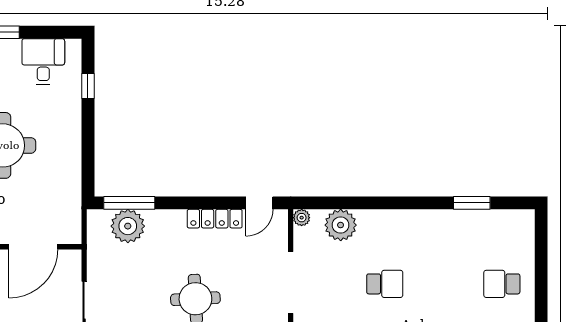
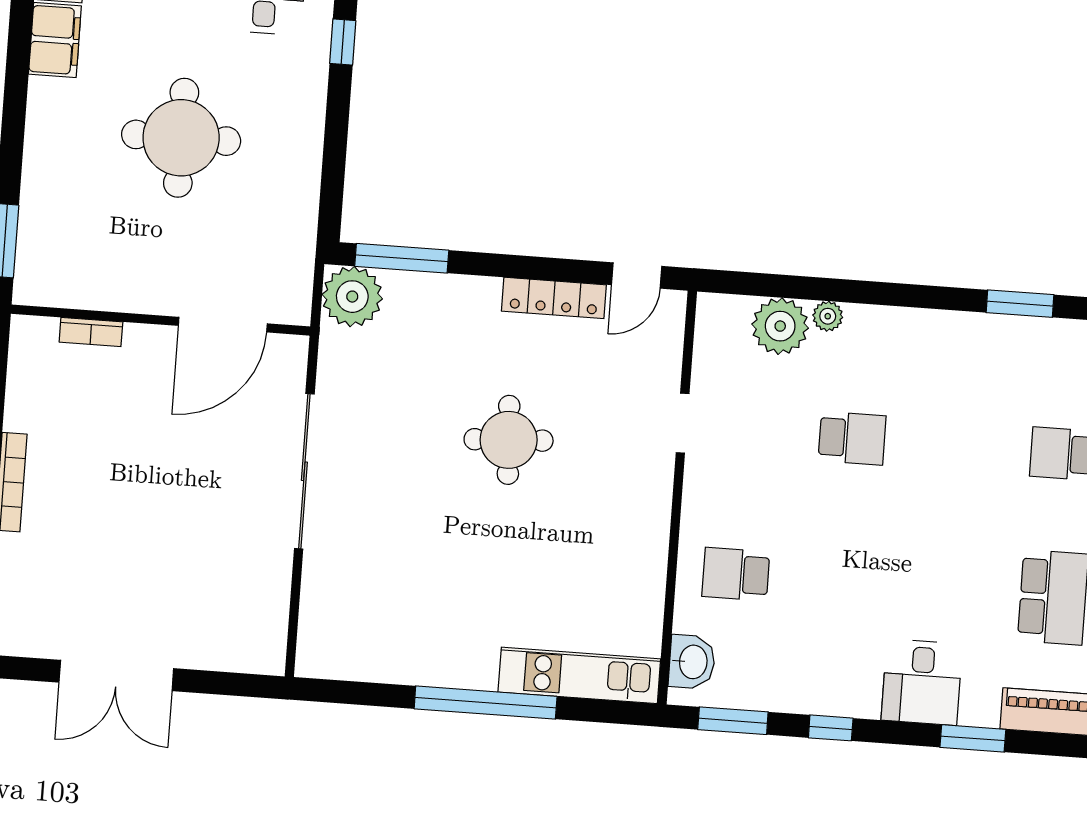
plant: (302, 218) -> (828, 316), moved
plant: (128, 226) -> (352, 297), moved
doorway: (291, 282) -> (683, 423), width x0.53

